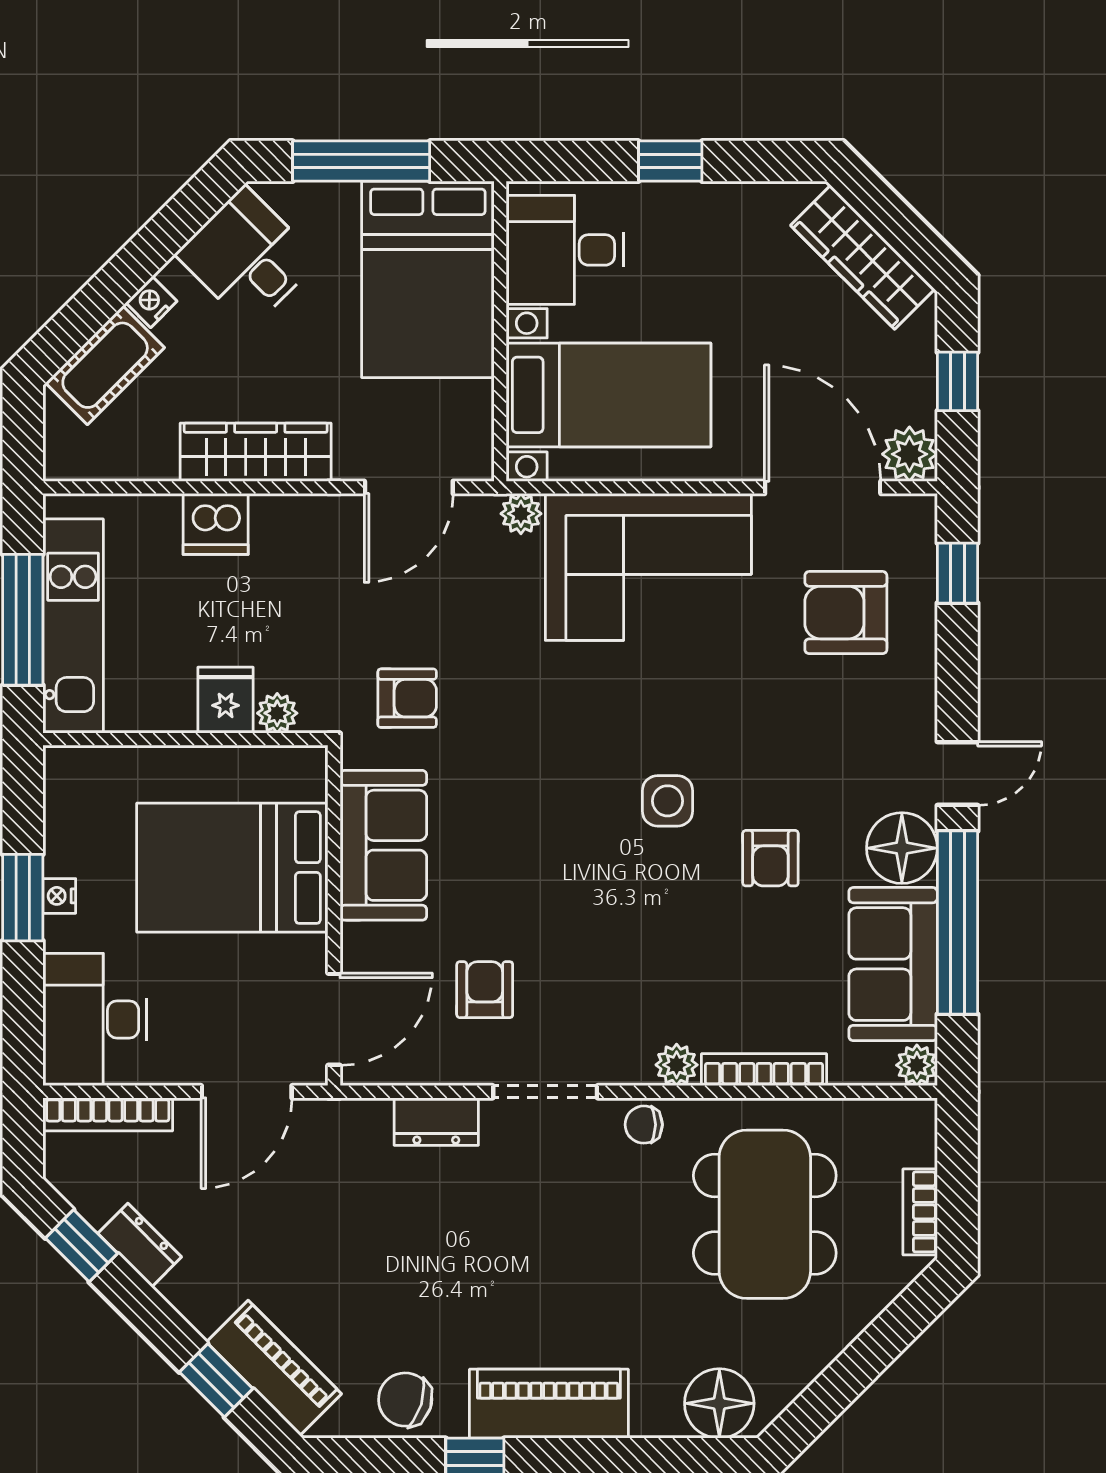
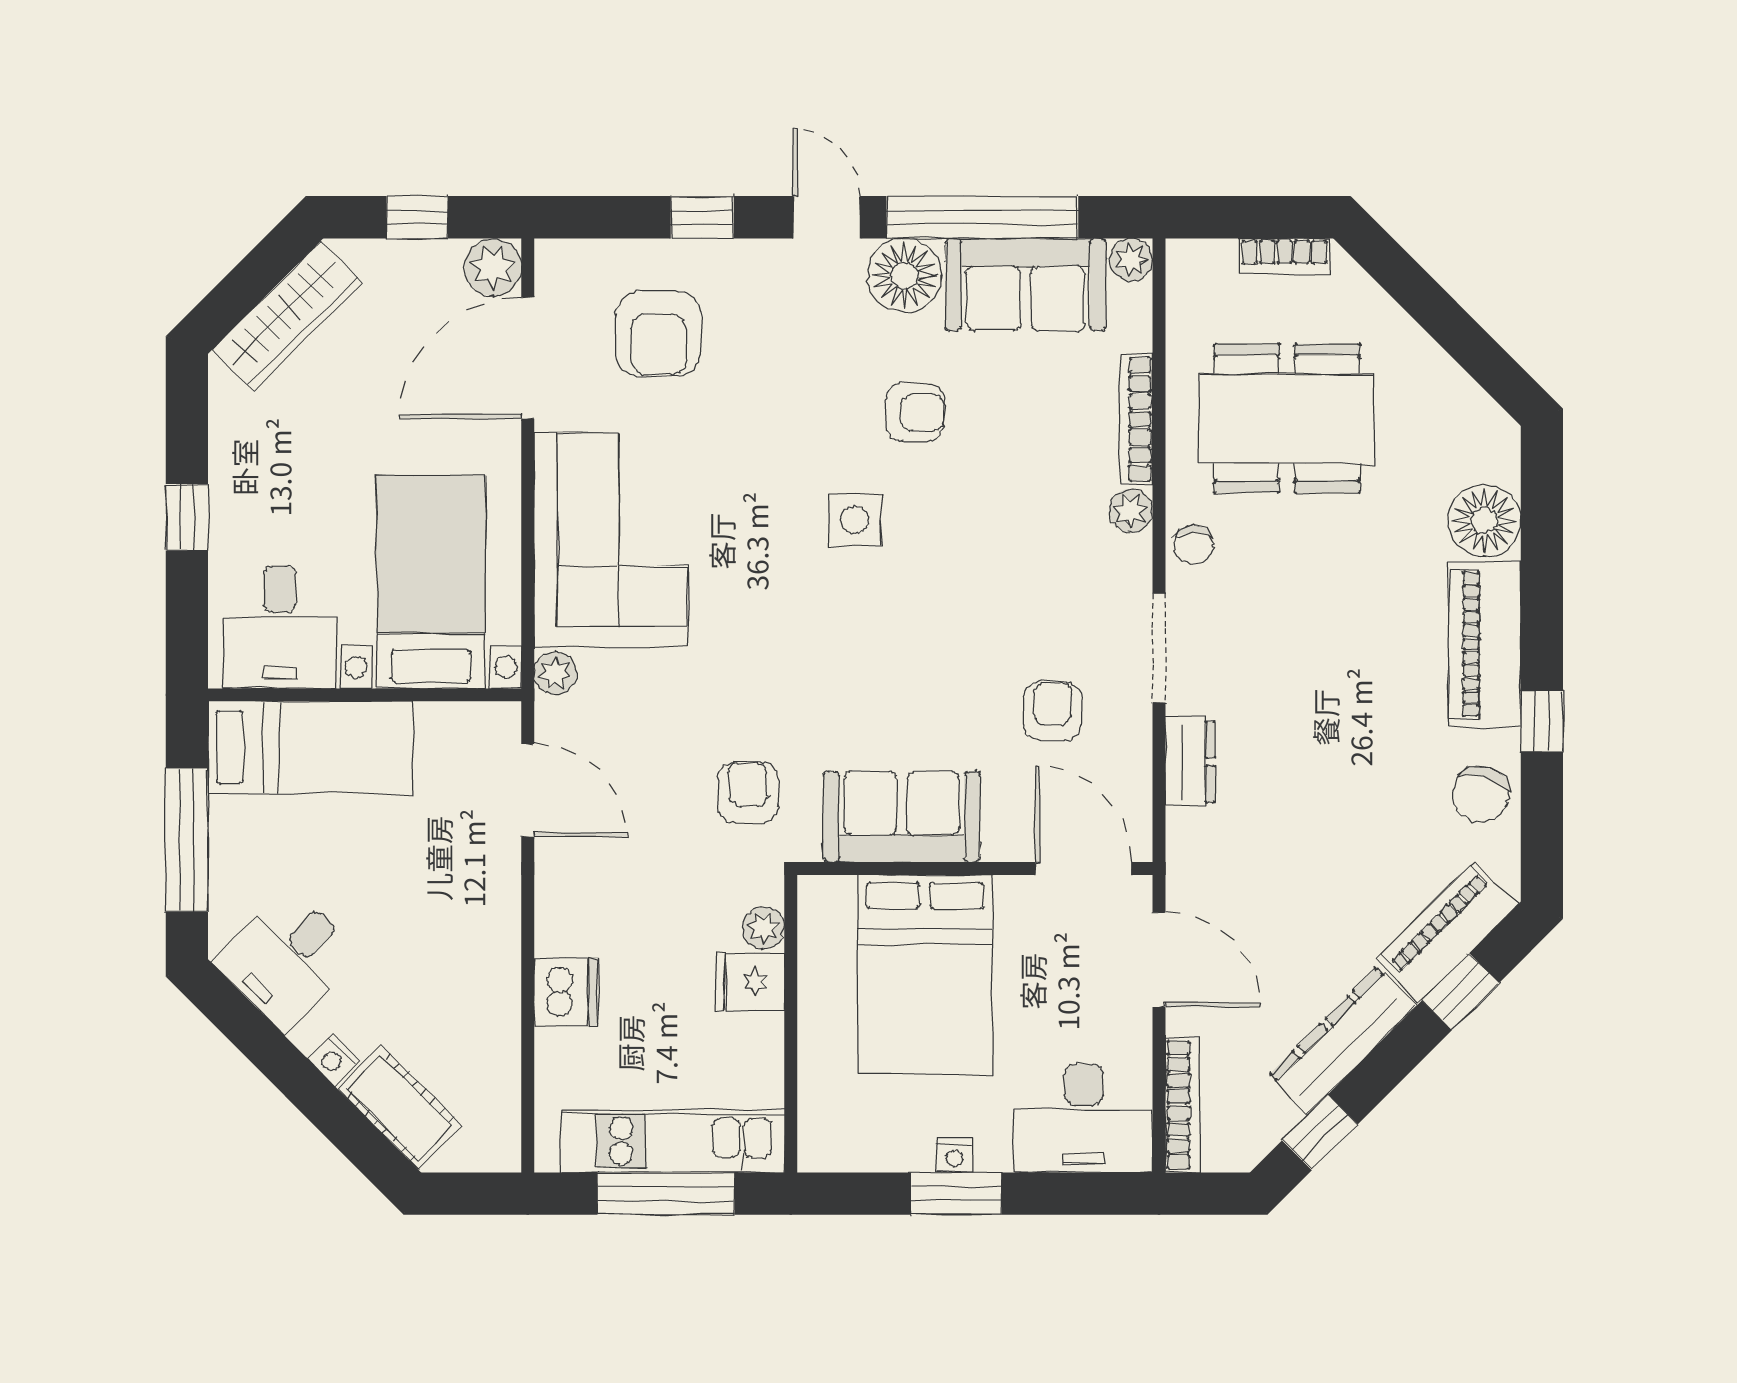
bed: (428, 279) -> (310, 747), width x0.67
wardrobe: (256, 452) -> (491, 950), removed
window: (957, 573) -> (702, 217), moved
armchair: (485, 990) -> (1052, 711), turned 91
dresser: (140, 1245) -> (1342, 1041), width x1.96, depth x1.24
floor lamp: (719, 1403) -> (1485, 521), moved

